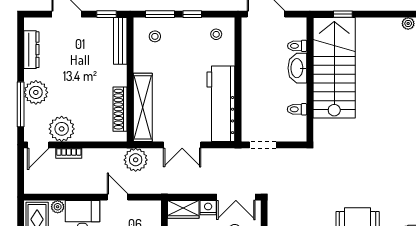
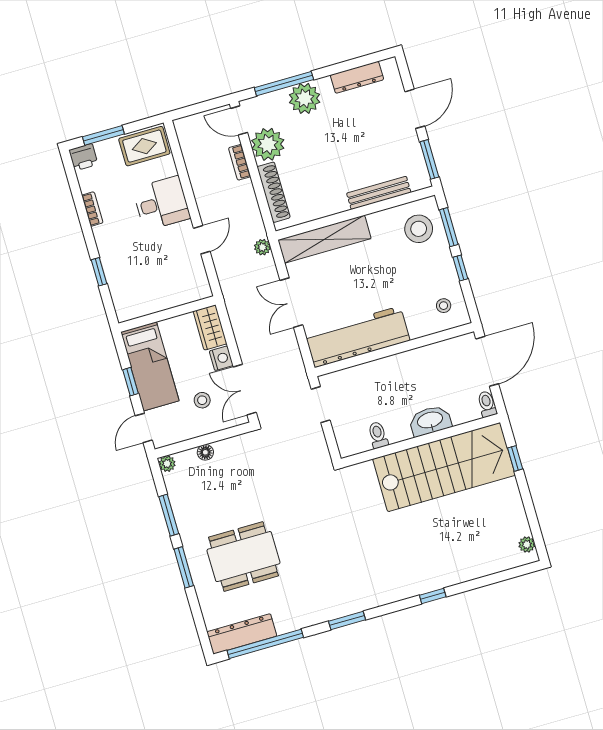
window: (106, 14) -> (429, 159), width x1.50
stool: (155, 36) -> (419, 229), width x1.89, depth x1.89
bench: (120, 41) -> (379, 193), moved
toilet: (297, 46) -> (487, 404), moved
shoe rack: (120, 109) -> (274, 192), moved, turned 90
plant: (136, 160) -> (262, 247), width x0.53, depth x0.53
plant: (58, 207) -> (168, 167), removed

